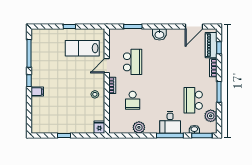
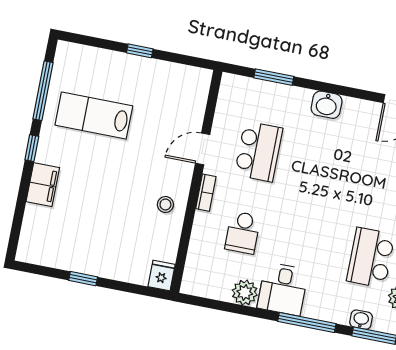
lab bench: (82, 48) -> (94, 116), moved
filing cabinet: (37, 92) -> (43, 185), width x2.00
desk: (170, 122) -> (283, 289), moved

